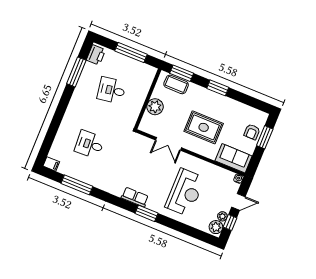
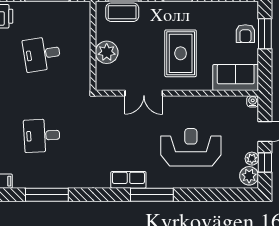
rug: (204, 127) -> (181, 53), turned 90
reception desk: (185, 192) -> (191, 147), turned -90
window: (146, 213) -> (152, 195), width x1.44

